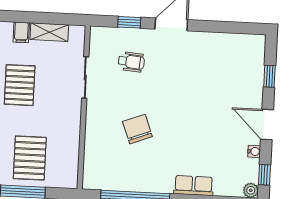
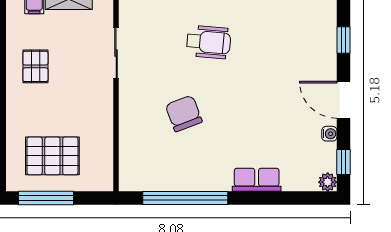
wheelchair: (131, 62) -> (209, 42), moved, width x1.36, depth x1.37
pallet: (20, 85) -> (35, 66), width x0.67, depth x0.71
pallet: (30, 158) -> (52, 156), turned 90

